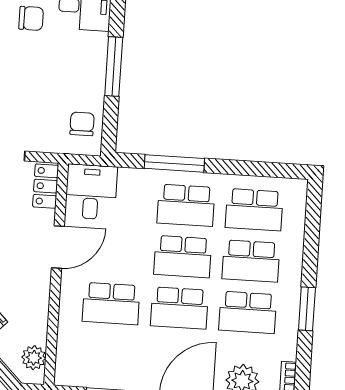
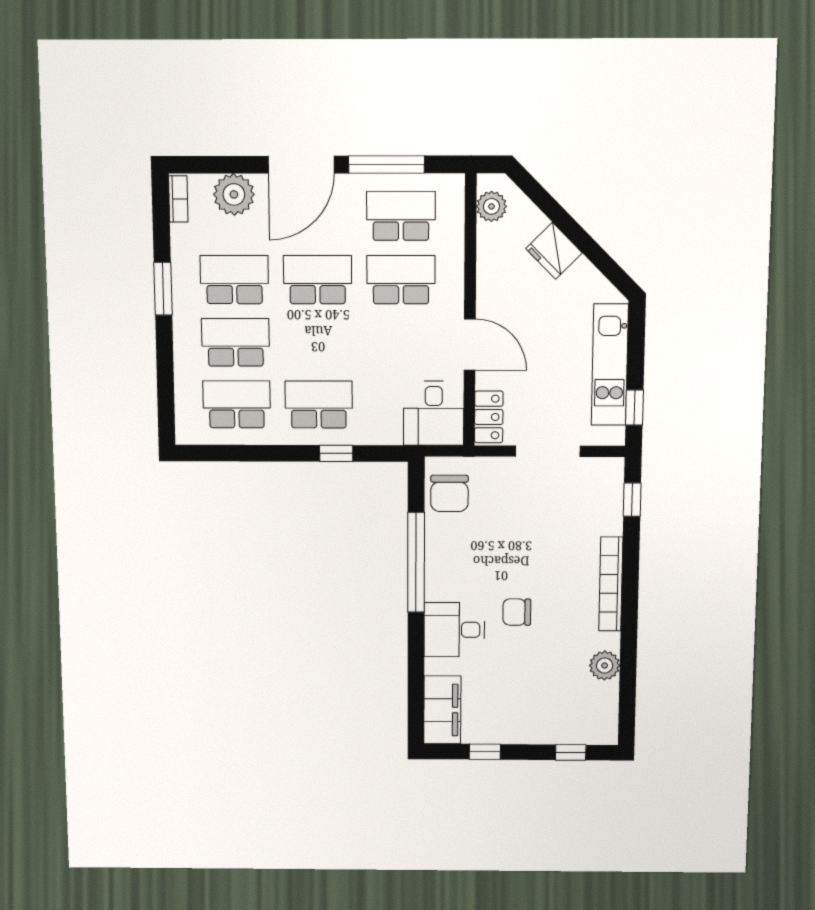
window: (114, 67) -> (416, 562), width x1.46
chair: (82, 124) -> (449, 493), width x1.37, depth x1.37
window: (174, 163) -> (336, 453), width x0.46
door: (58, 247) -> (470, 345), swing flipped
school desk: (183, 257) -> (401, 216), moved

